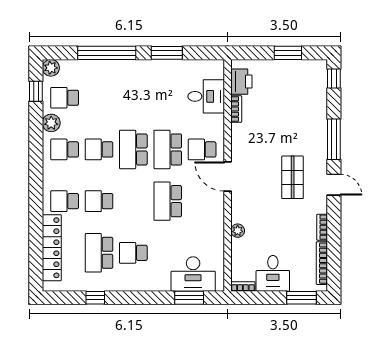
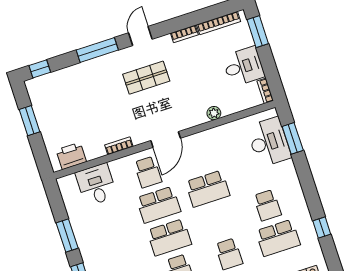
bookcase: (236, 109) -> (119, 146), moved

